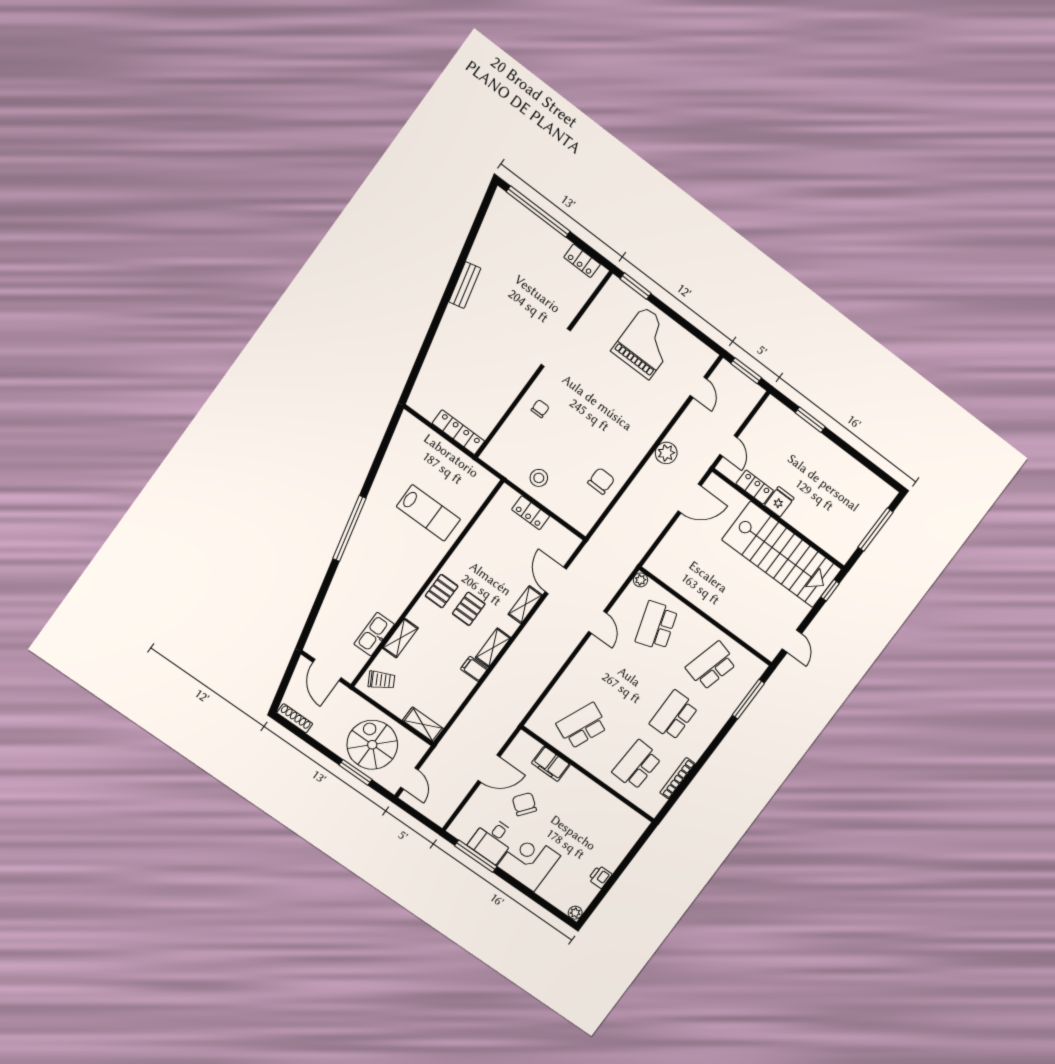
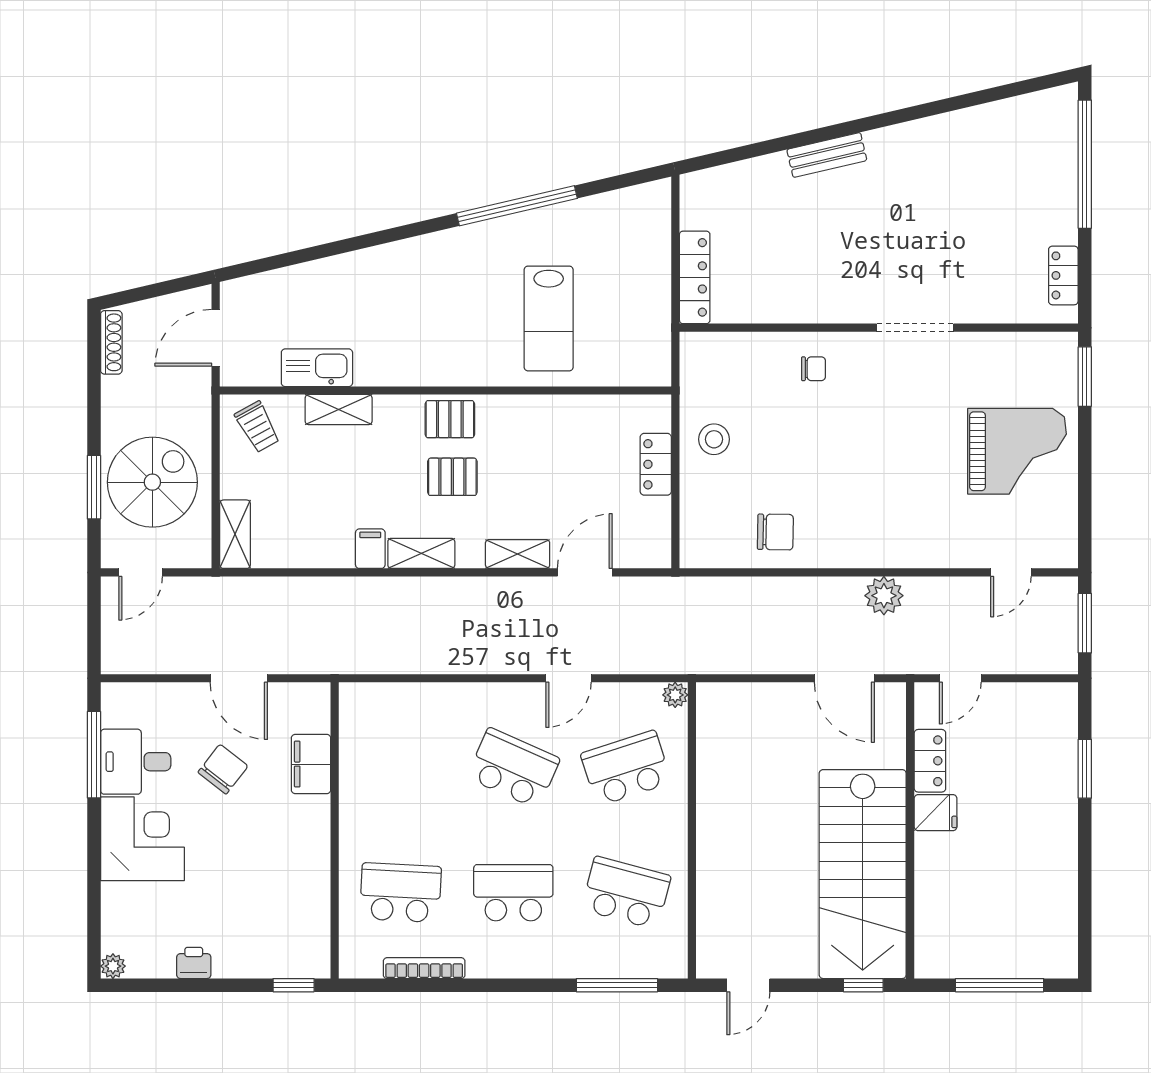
bench: (465, 285) -> (827, 155), moved
window: (349, 528) -> (517, 206), moved
school desk: (582, 726) -> (513, 768), moved
window: (642, 840) -> (294, 985), added

